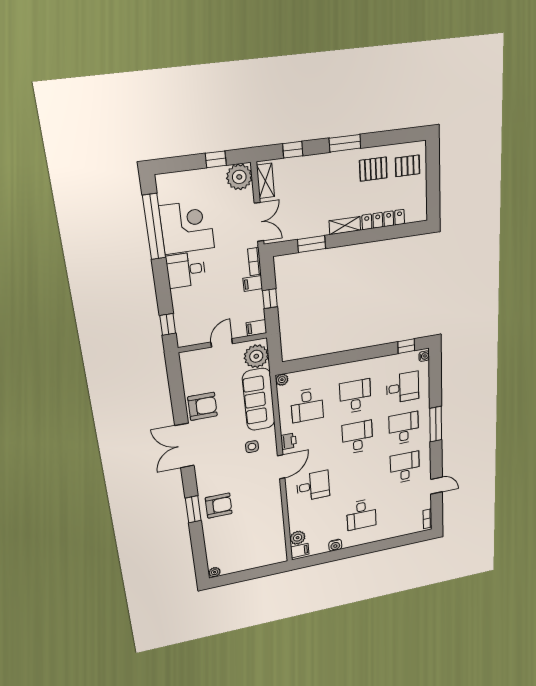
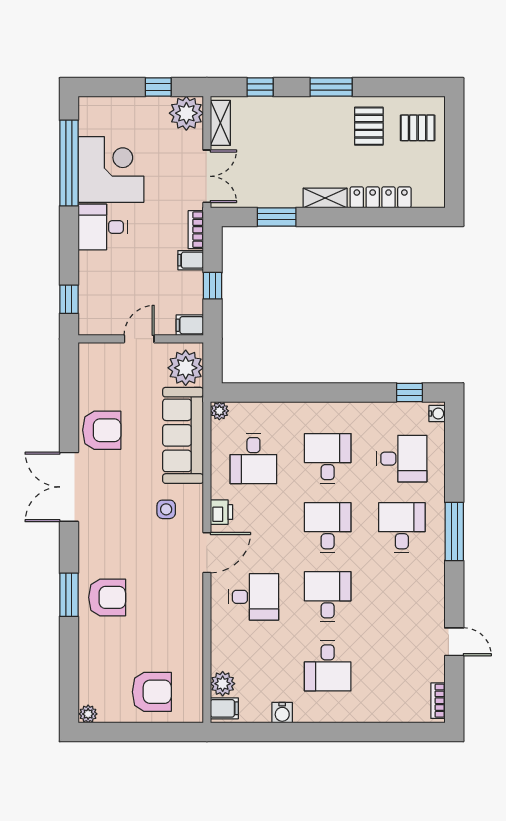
pallet: (373, 169) -> (369, 126), turned 90
desk: (405, 467) -> (328, 597), moved
armchair: (254, 552) -> (152, 692), added

